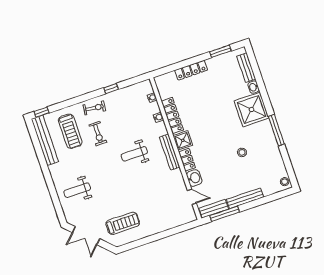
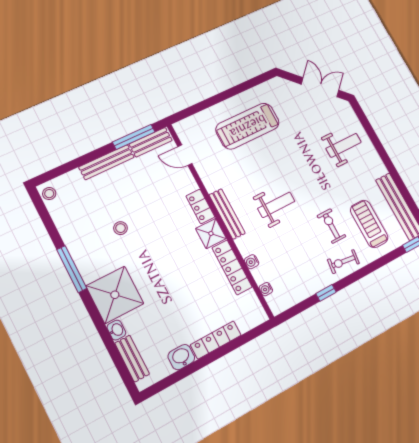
window: (220, 51) -> (176, 377), removed
washbasin: (194, 178) -> (181, 357), moved, turned 90
treadmill: (123, 223) -> (248, 126), moved, width x1.37, depth x1.38

